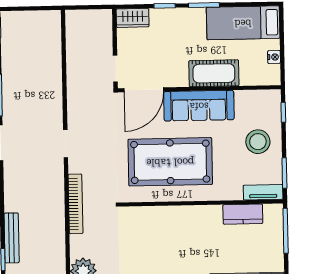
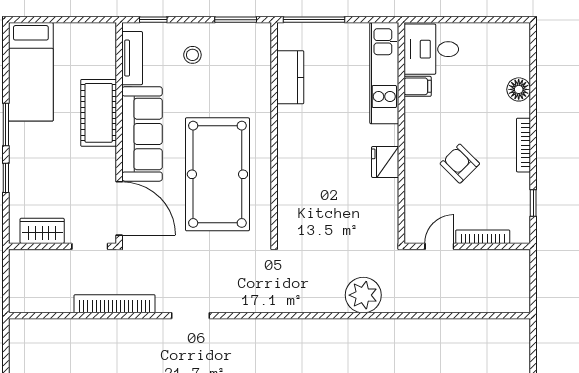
wardrobe: (133, 18) -> (42, 231), moved, turned -90
nightstand: (274, 57) -> (78, 31), removed
stool: (258, 142) -> (192, 55), width x0.53, depth x0.53
tv unit: (263, 192) -> (132, 58), moved, turned 180
bookcase: (76, 204) -> (115, 304), moved

